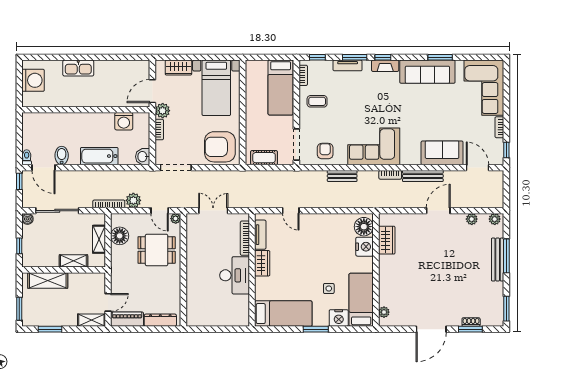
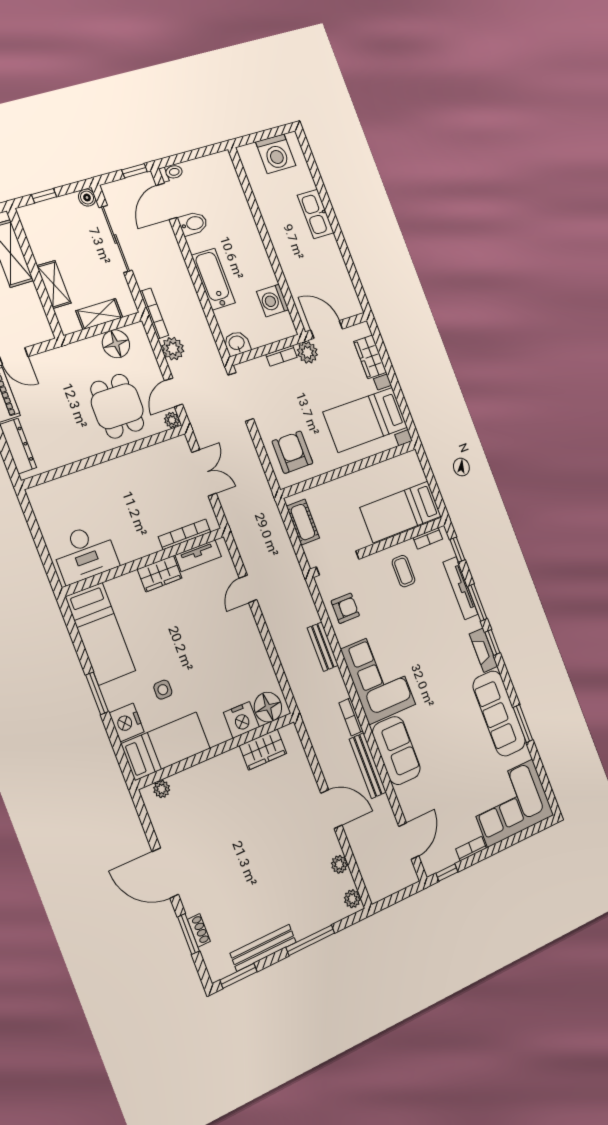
tv unit: (348, 65) -> (461, 588), width x1.41
armchair: (220, 147) -> (292, 452), width x0.73, depth x0.73
sofa: (442, 153) -> (396, 750), moved
bench: (498, 260) -> (263, 948), moved
desk: (235, 275) -> (85, 553), moved

